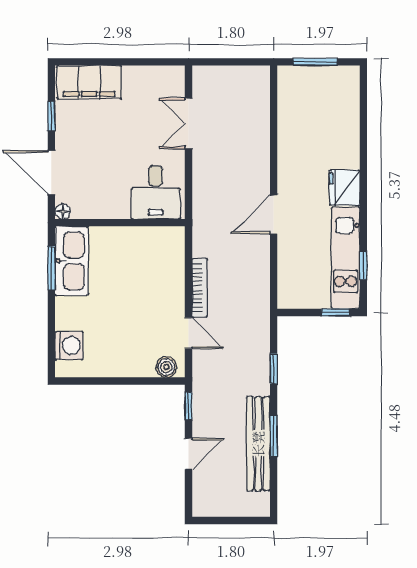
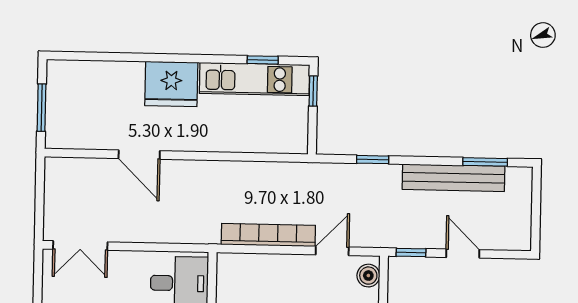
double door: (189, 123) -> (80, 246), moved
fridge: (345, 188) -> (171, 84), width x1.36, depth x1.34
door: (274, 215) -> (139, 155), moved
bookcase: (200, 288) -> (268, 235), width x1.48, depth x1.31
window: (274, 436) -> (485, 162), moved

